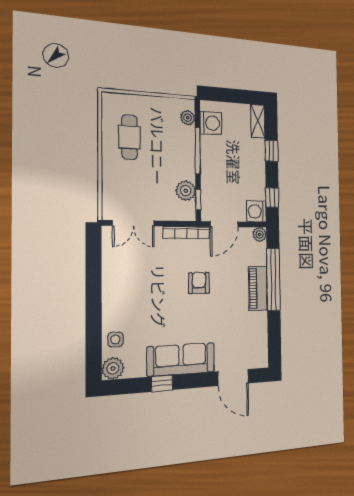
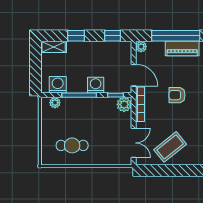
plant: (186, 191) -> (124, 104), moved
washing machine: (256, 211) -> (96, 85), moved, turned 180
coffee table: (128, 275) -> (170, 147), added

